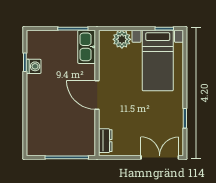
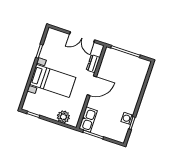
bed with nightstands: (158, 61) -> (53, 81), moved, turned 90
door: (97, 95) -> (92, 86), hinge flipped
dresser: (105, 141) -> (93, 64), moved
double door: (160, 157) -> (82, 37), moved

